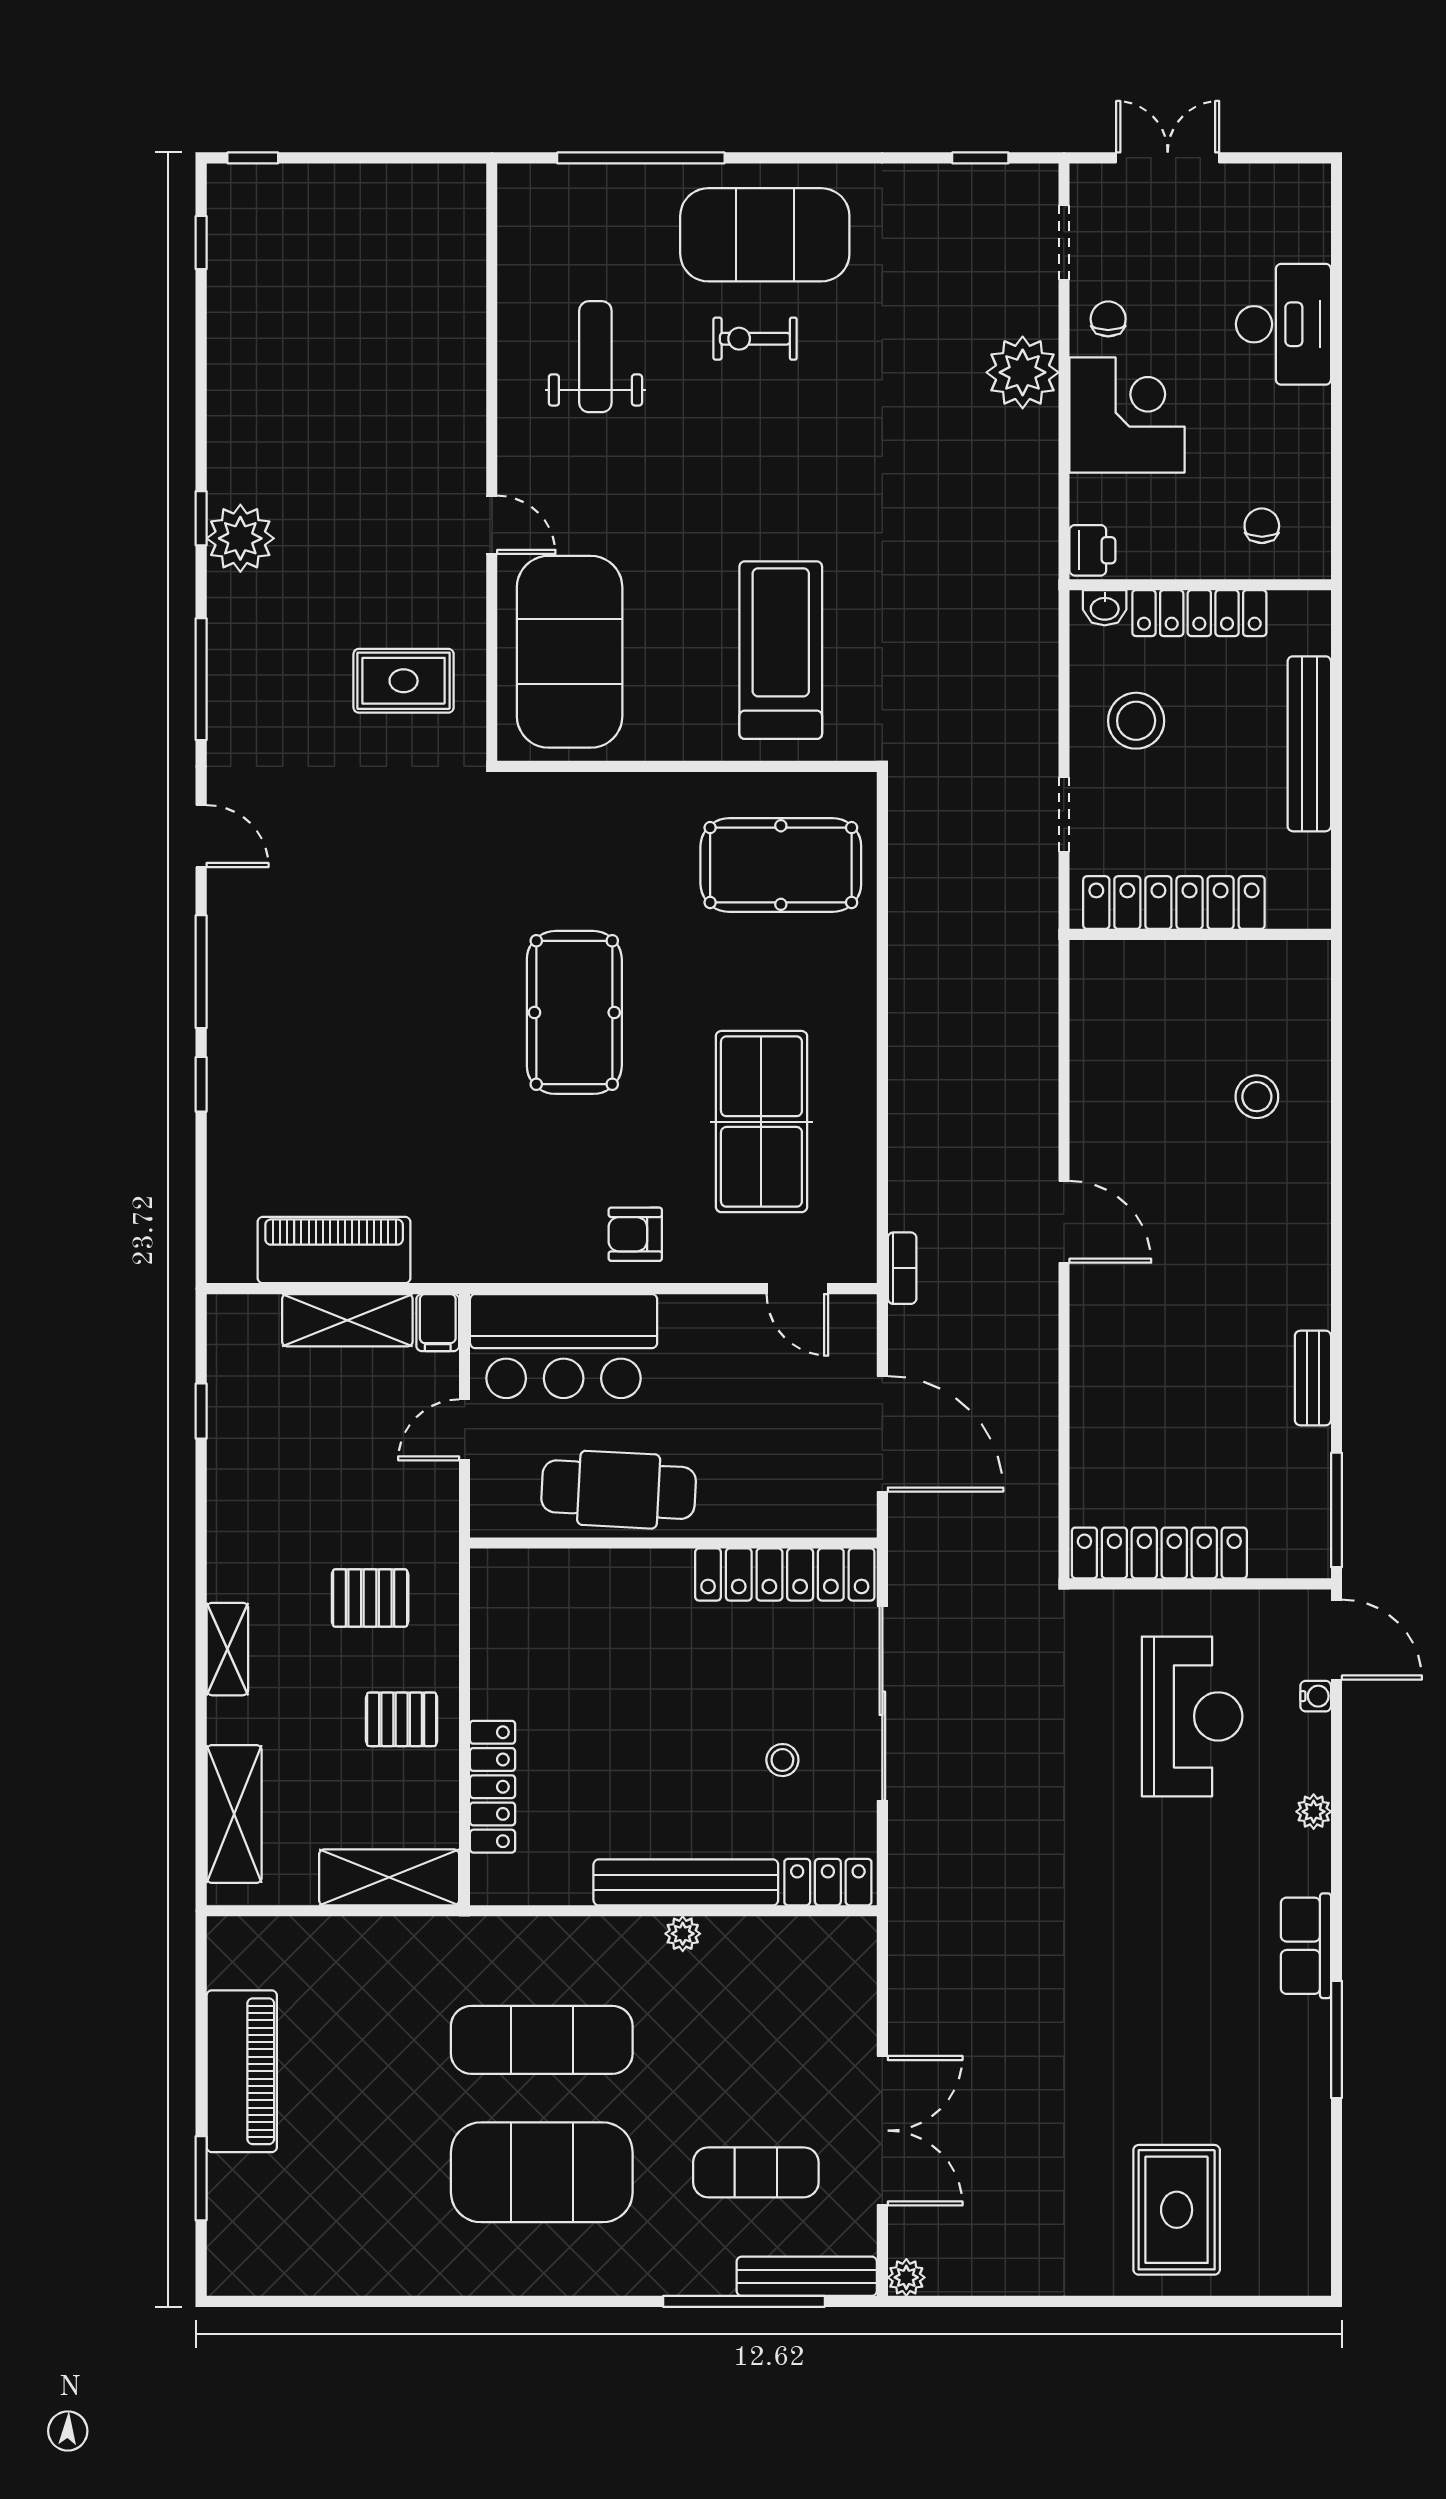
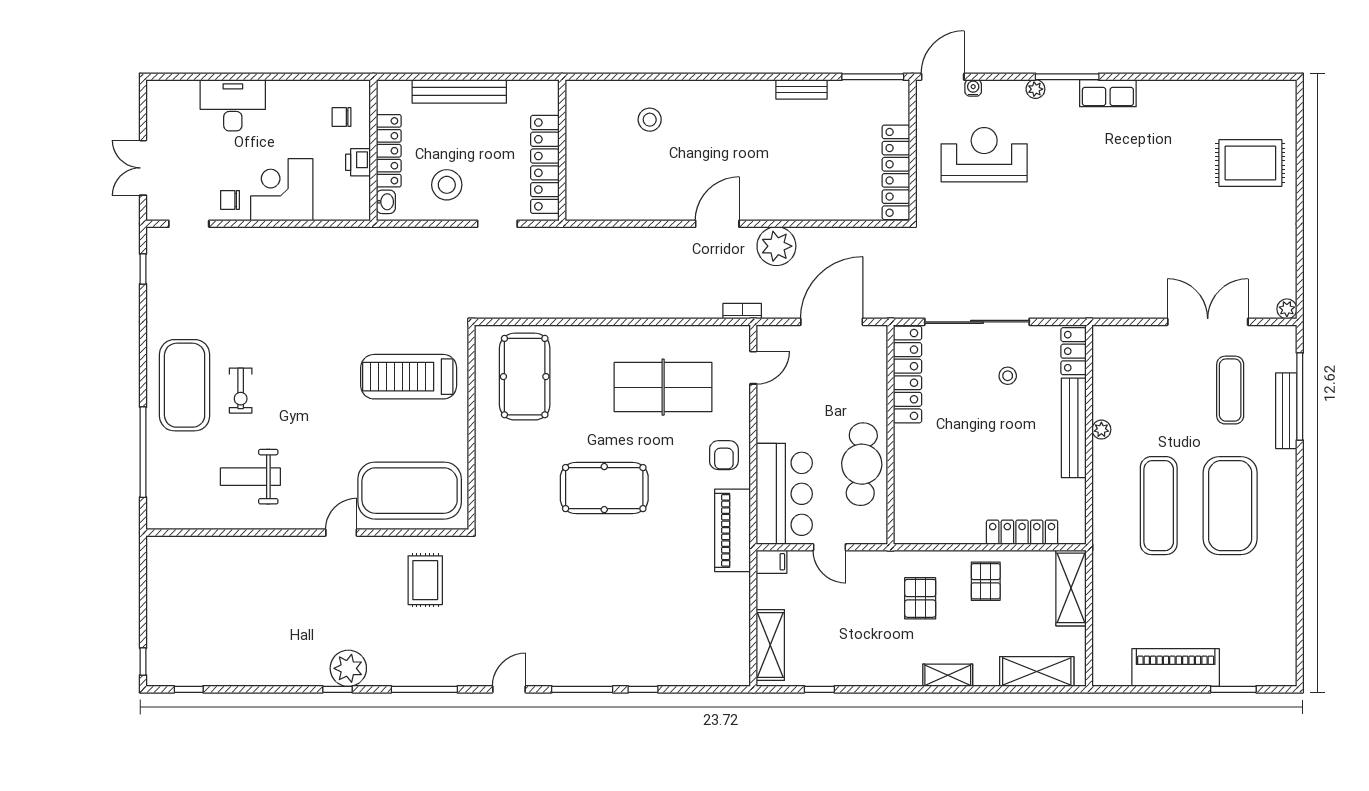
plant: (1023, 372) -> (776, 246), moved
printer: (1092, 550) -> (358, 162), moved, turned -90
piano: (334, 1250) -> (732, 530), moved
shelving: (347, 1320) -> (770, 645), moved
window: (1336, 2039) -> (1067, 77), moved
bench: (807, 2276) -> (1286, 411), moved

